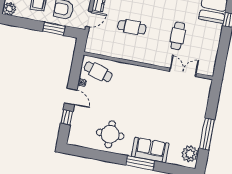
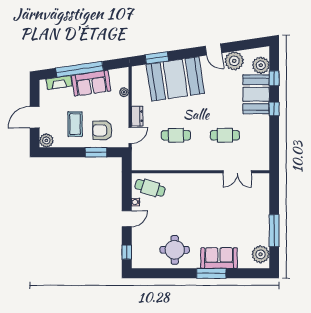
cafe table: (178, 36) -> (225, 135), turned 90
double door: (183, 72) -> (237, 172), swing flipped
door: (71, 97) -> (127, 219), hinge flipped
window: (67, 117) -> (127, 252), moved

